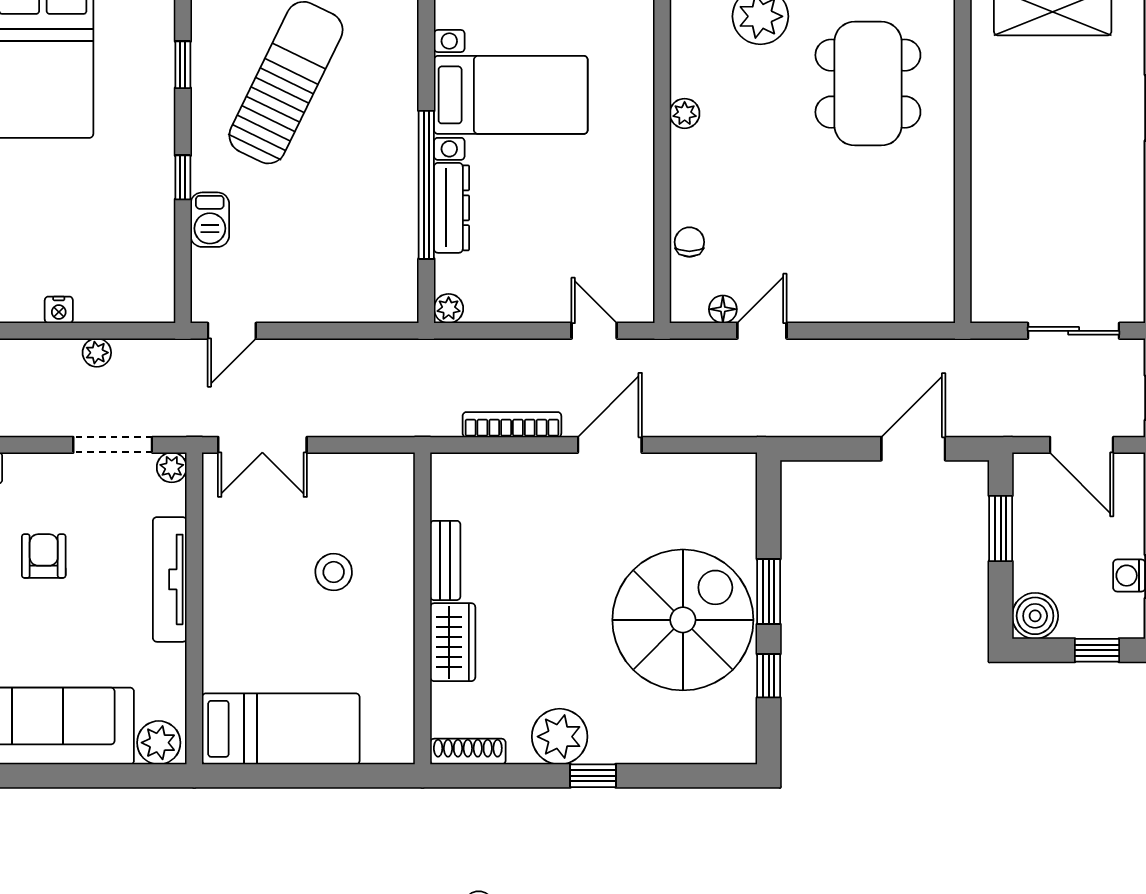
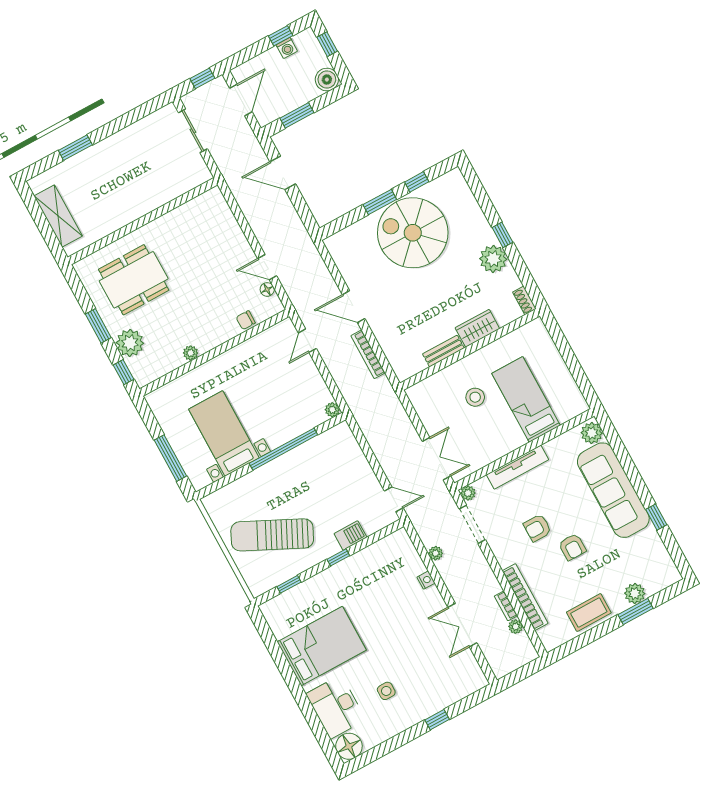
dresser: (452, 208) -> (288, 432), removed
bed: (281, 729) -> (526, 399), moved
shoe rack: (468, 752) -> (524, 300), width x0.70

